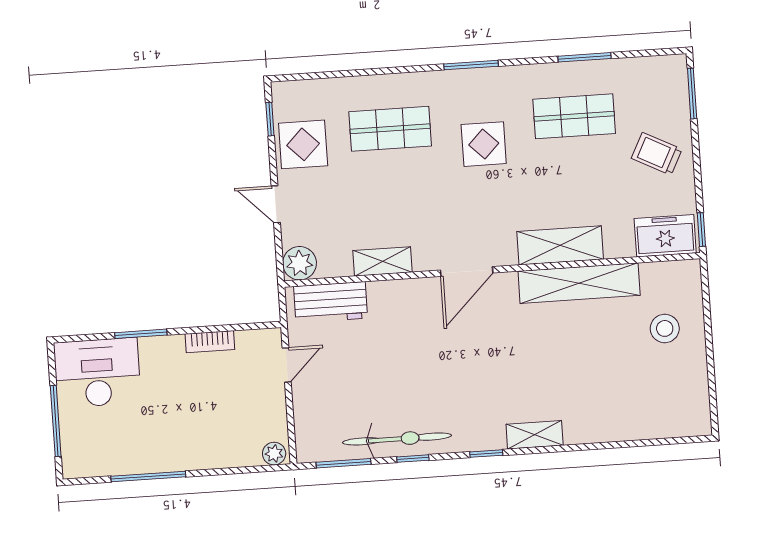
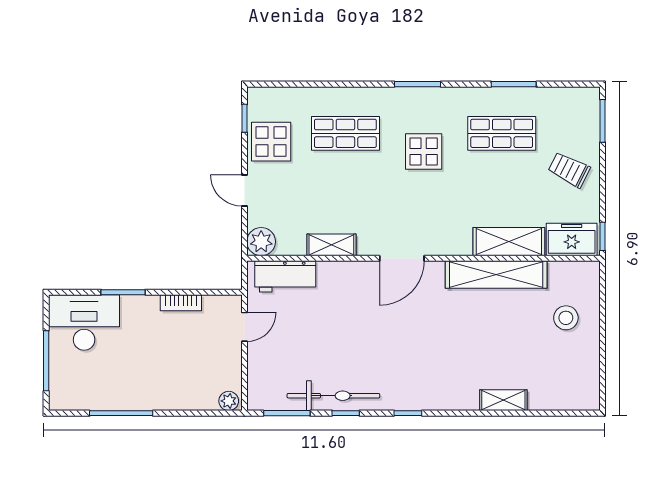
shelving: (560, 245) -> (509, 242), moved
shelving: (535, 435) -> (503, 400), moved

